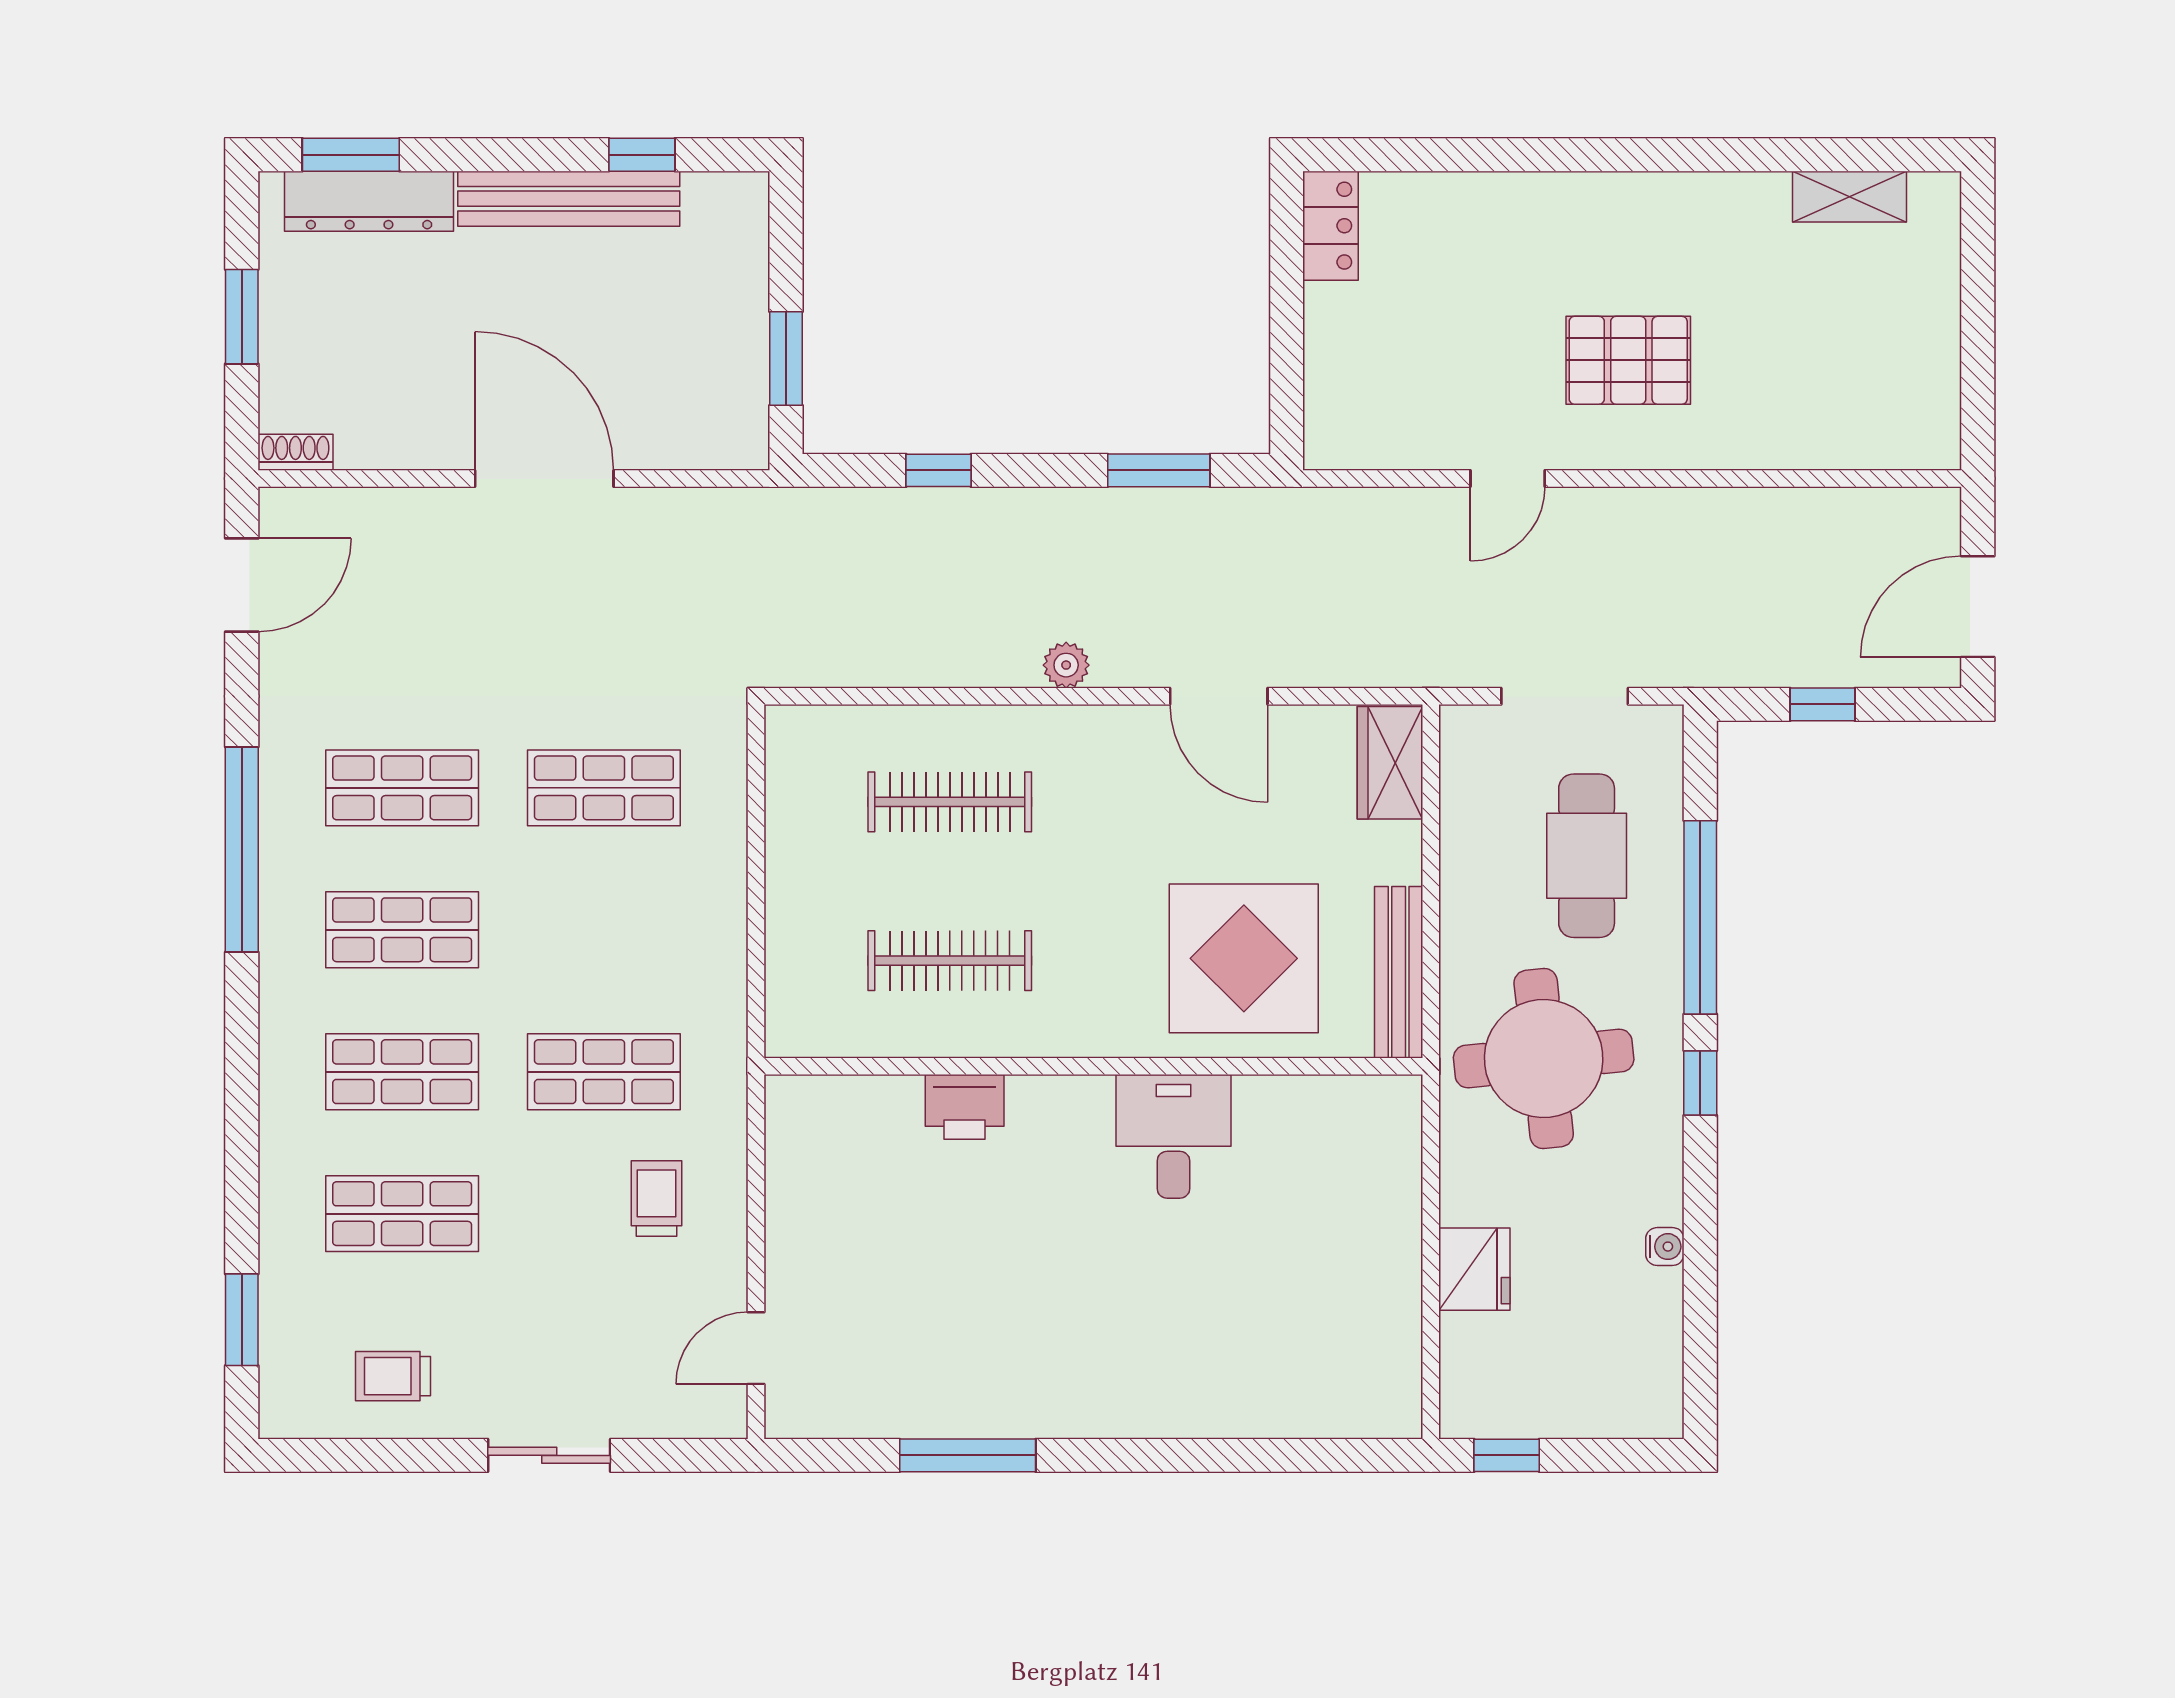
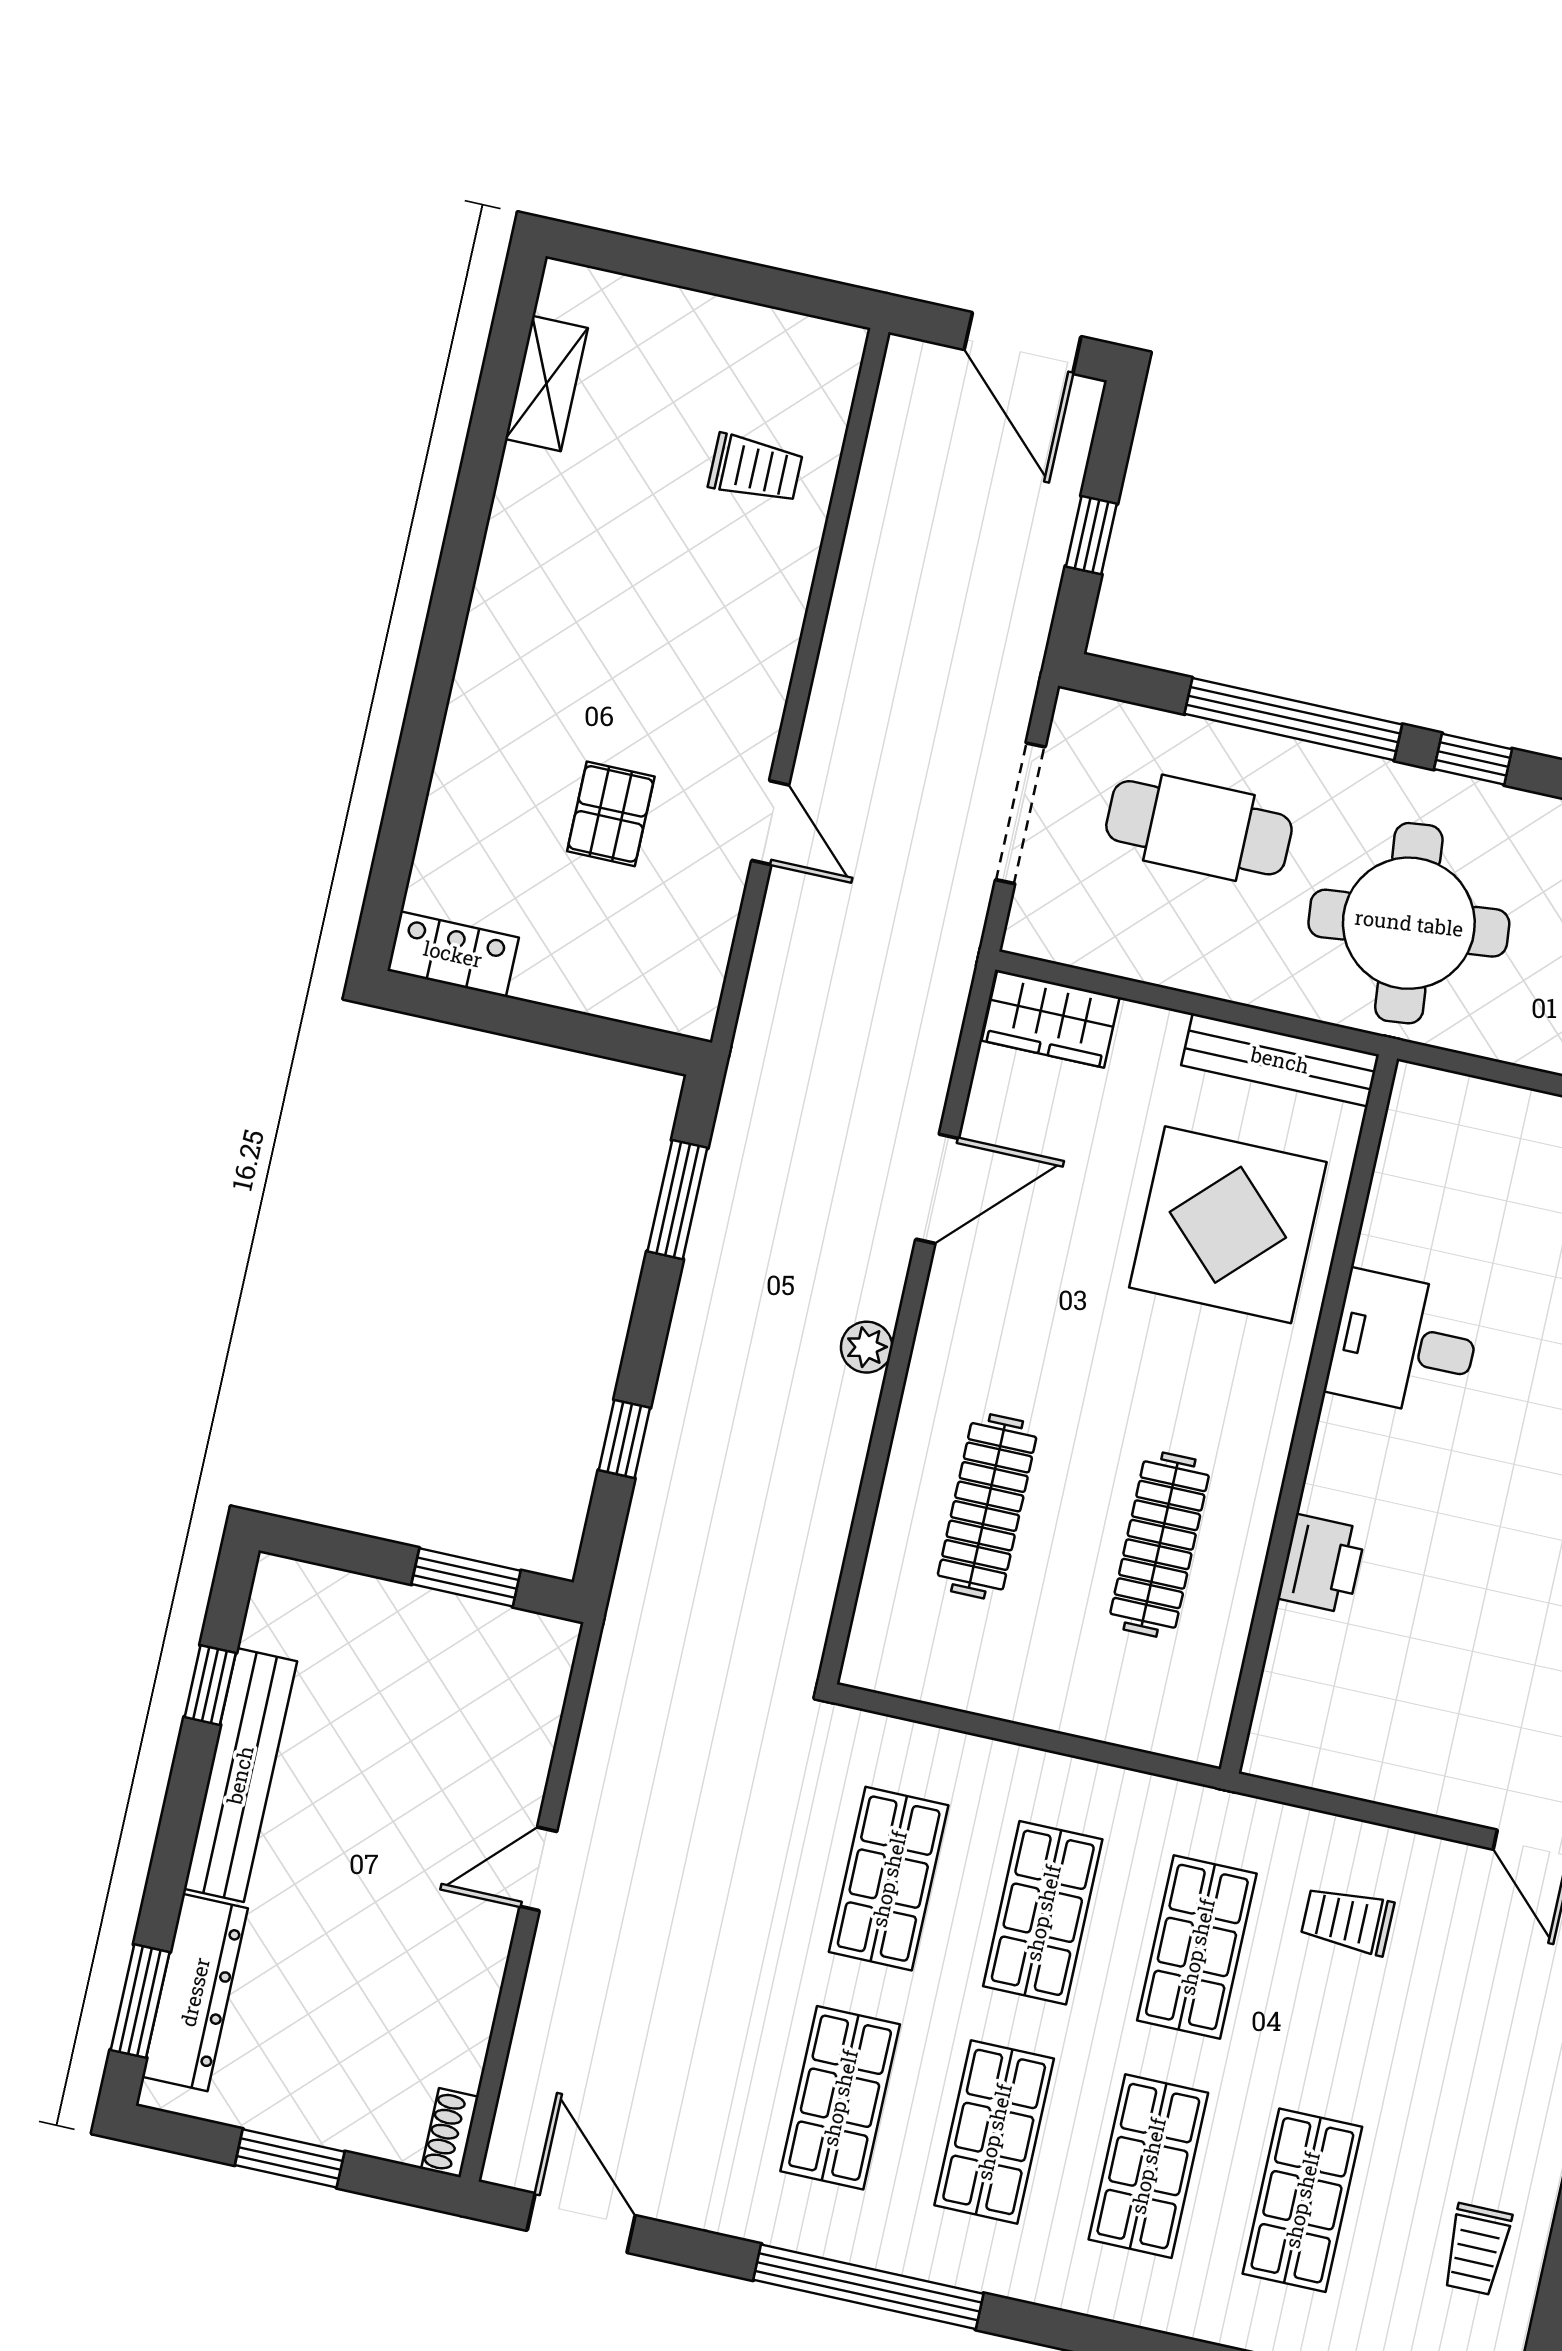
pallet: (1628, 360) -> (611, 814), moved, width x0.67, depth x0.71
trolley: (1815, 397) -> (755, 469), added
door: (544, 479) -> (538, 1869), width x0.53
shop shelf: (604, 930) -> (1043, 1913), added

